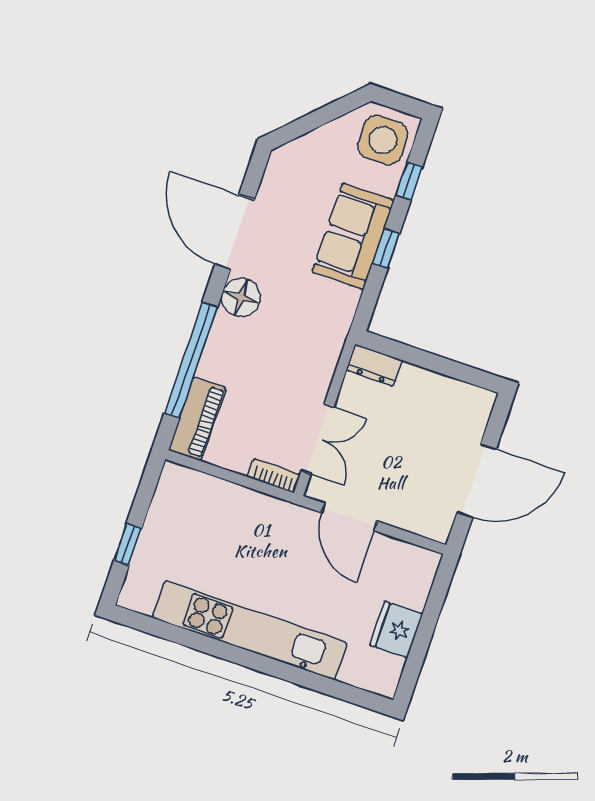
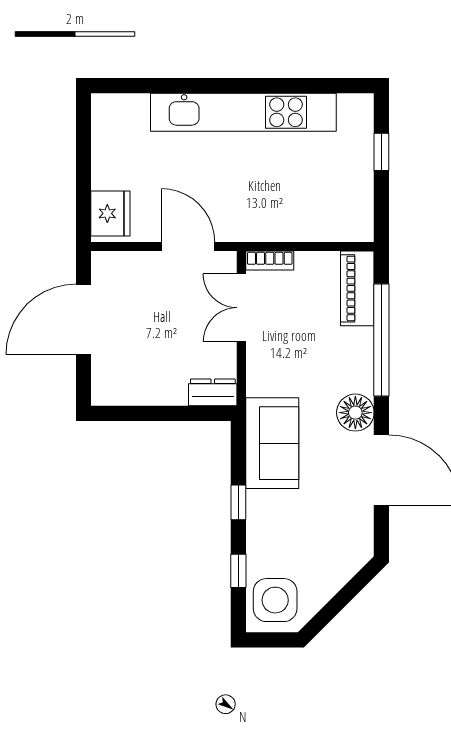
sofa: (353, 236) -> (272, 443), moved
fridge: (396, 630) -> (110, 213), moved

